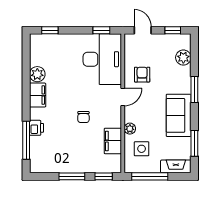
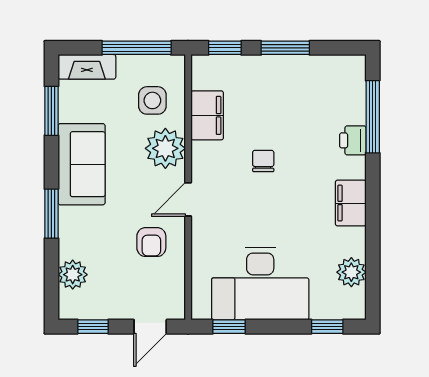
door: (143, 30) -> (150, 327), hinge flipped
desk: (102, 59) -> (260, 284), moved, turned -90
plant: (37, 74) -> (351, 272), moved
plant: (130, 129) -> (165, 148), width x1.87, depth x1.87

